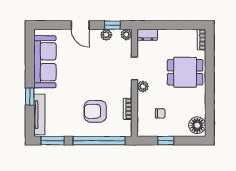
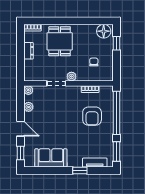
door: (80, 25) -> (20, 129), hinge flipped
window: (112, 25) -> (20, 153), moved
dresser: (147, 35) -> (28, 51), moved
sofa: (45, 62) -> (51, 158), width x0.73
tv unit: (39, 115) -> (95, 163), width x0.71
window: (166, 141) -> (116, 43), moved

